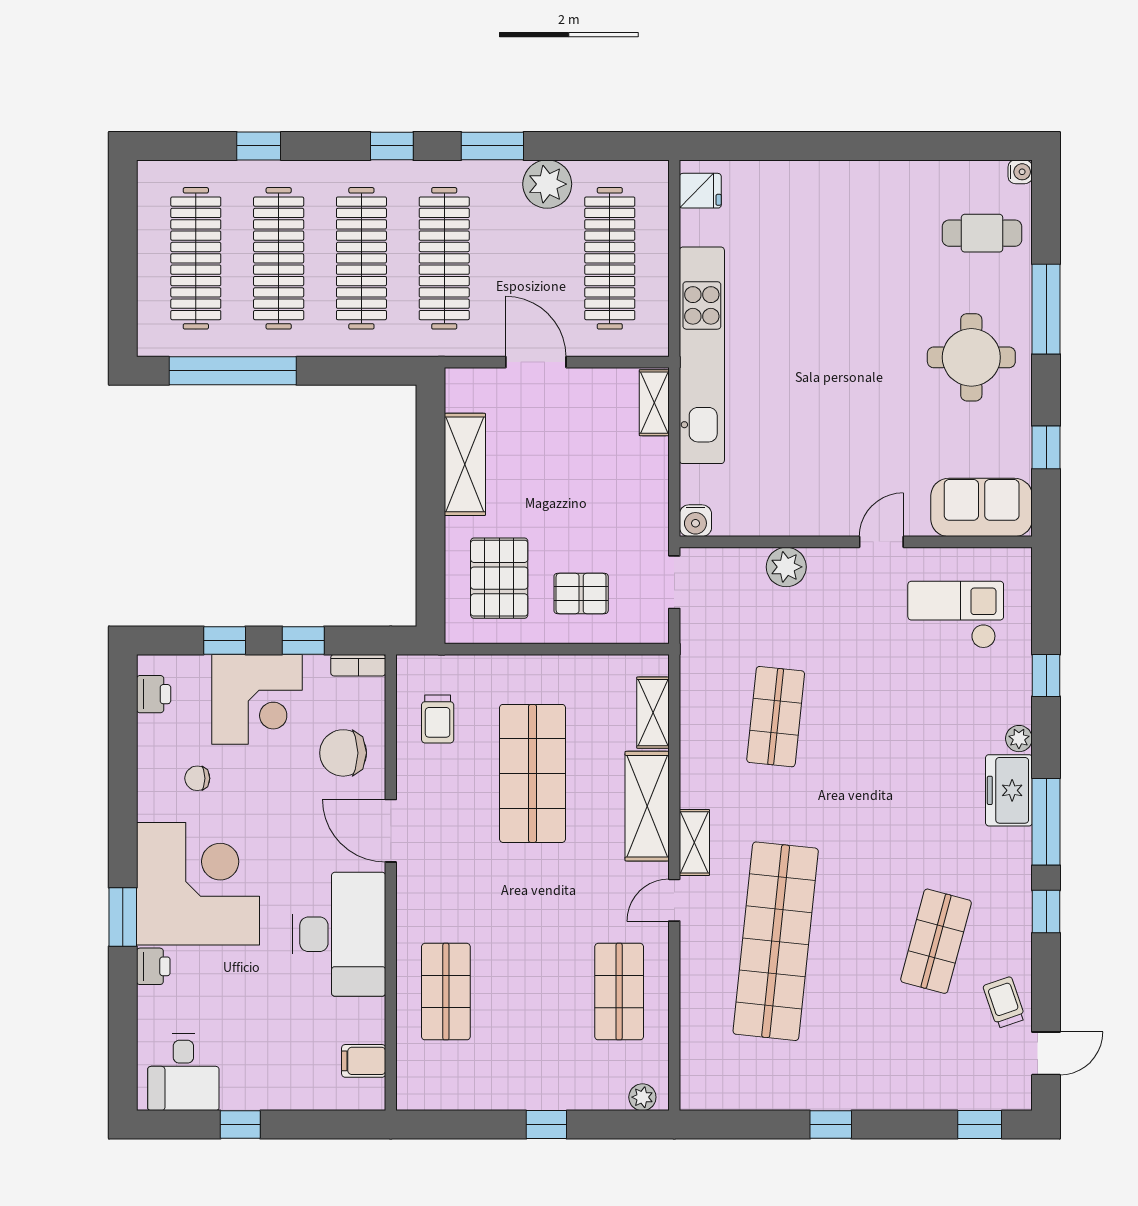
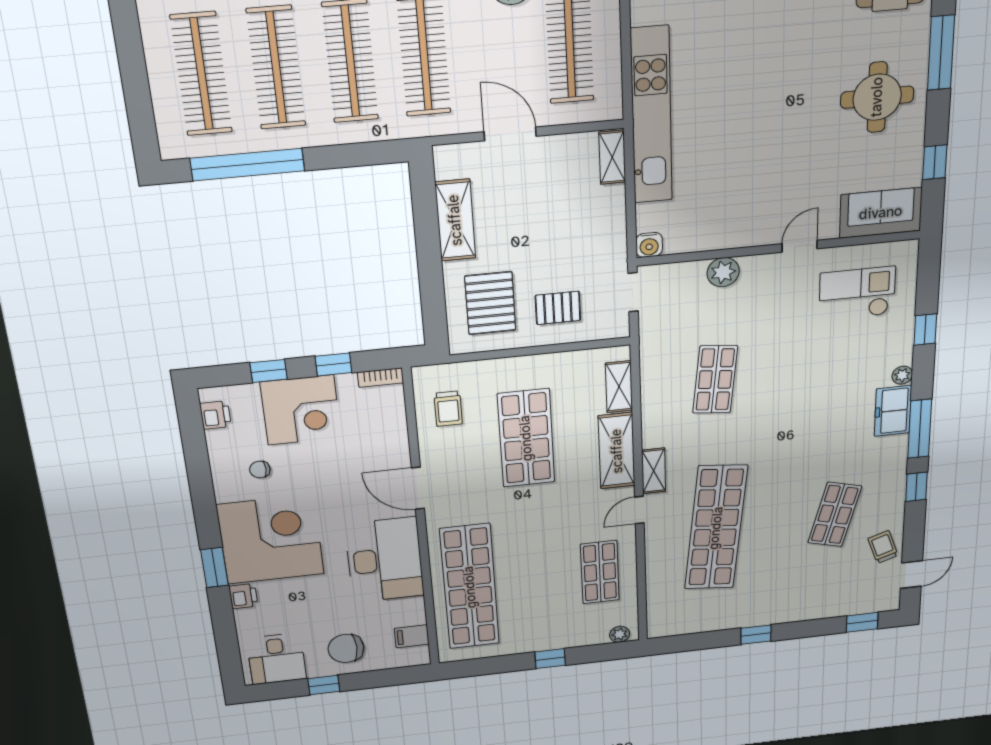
chair: (343, 753) -> (346, 648), moved
shop shelf: (446, 992) -> (470, 587), width x2.00, depth x1.36

